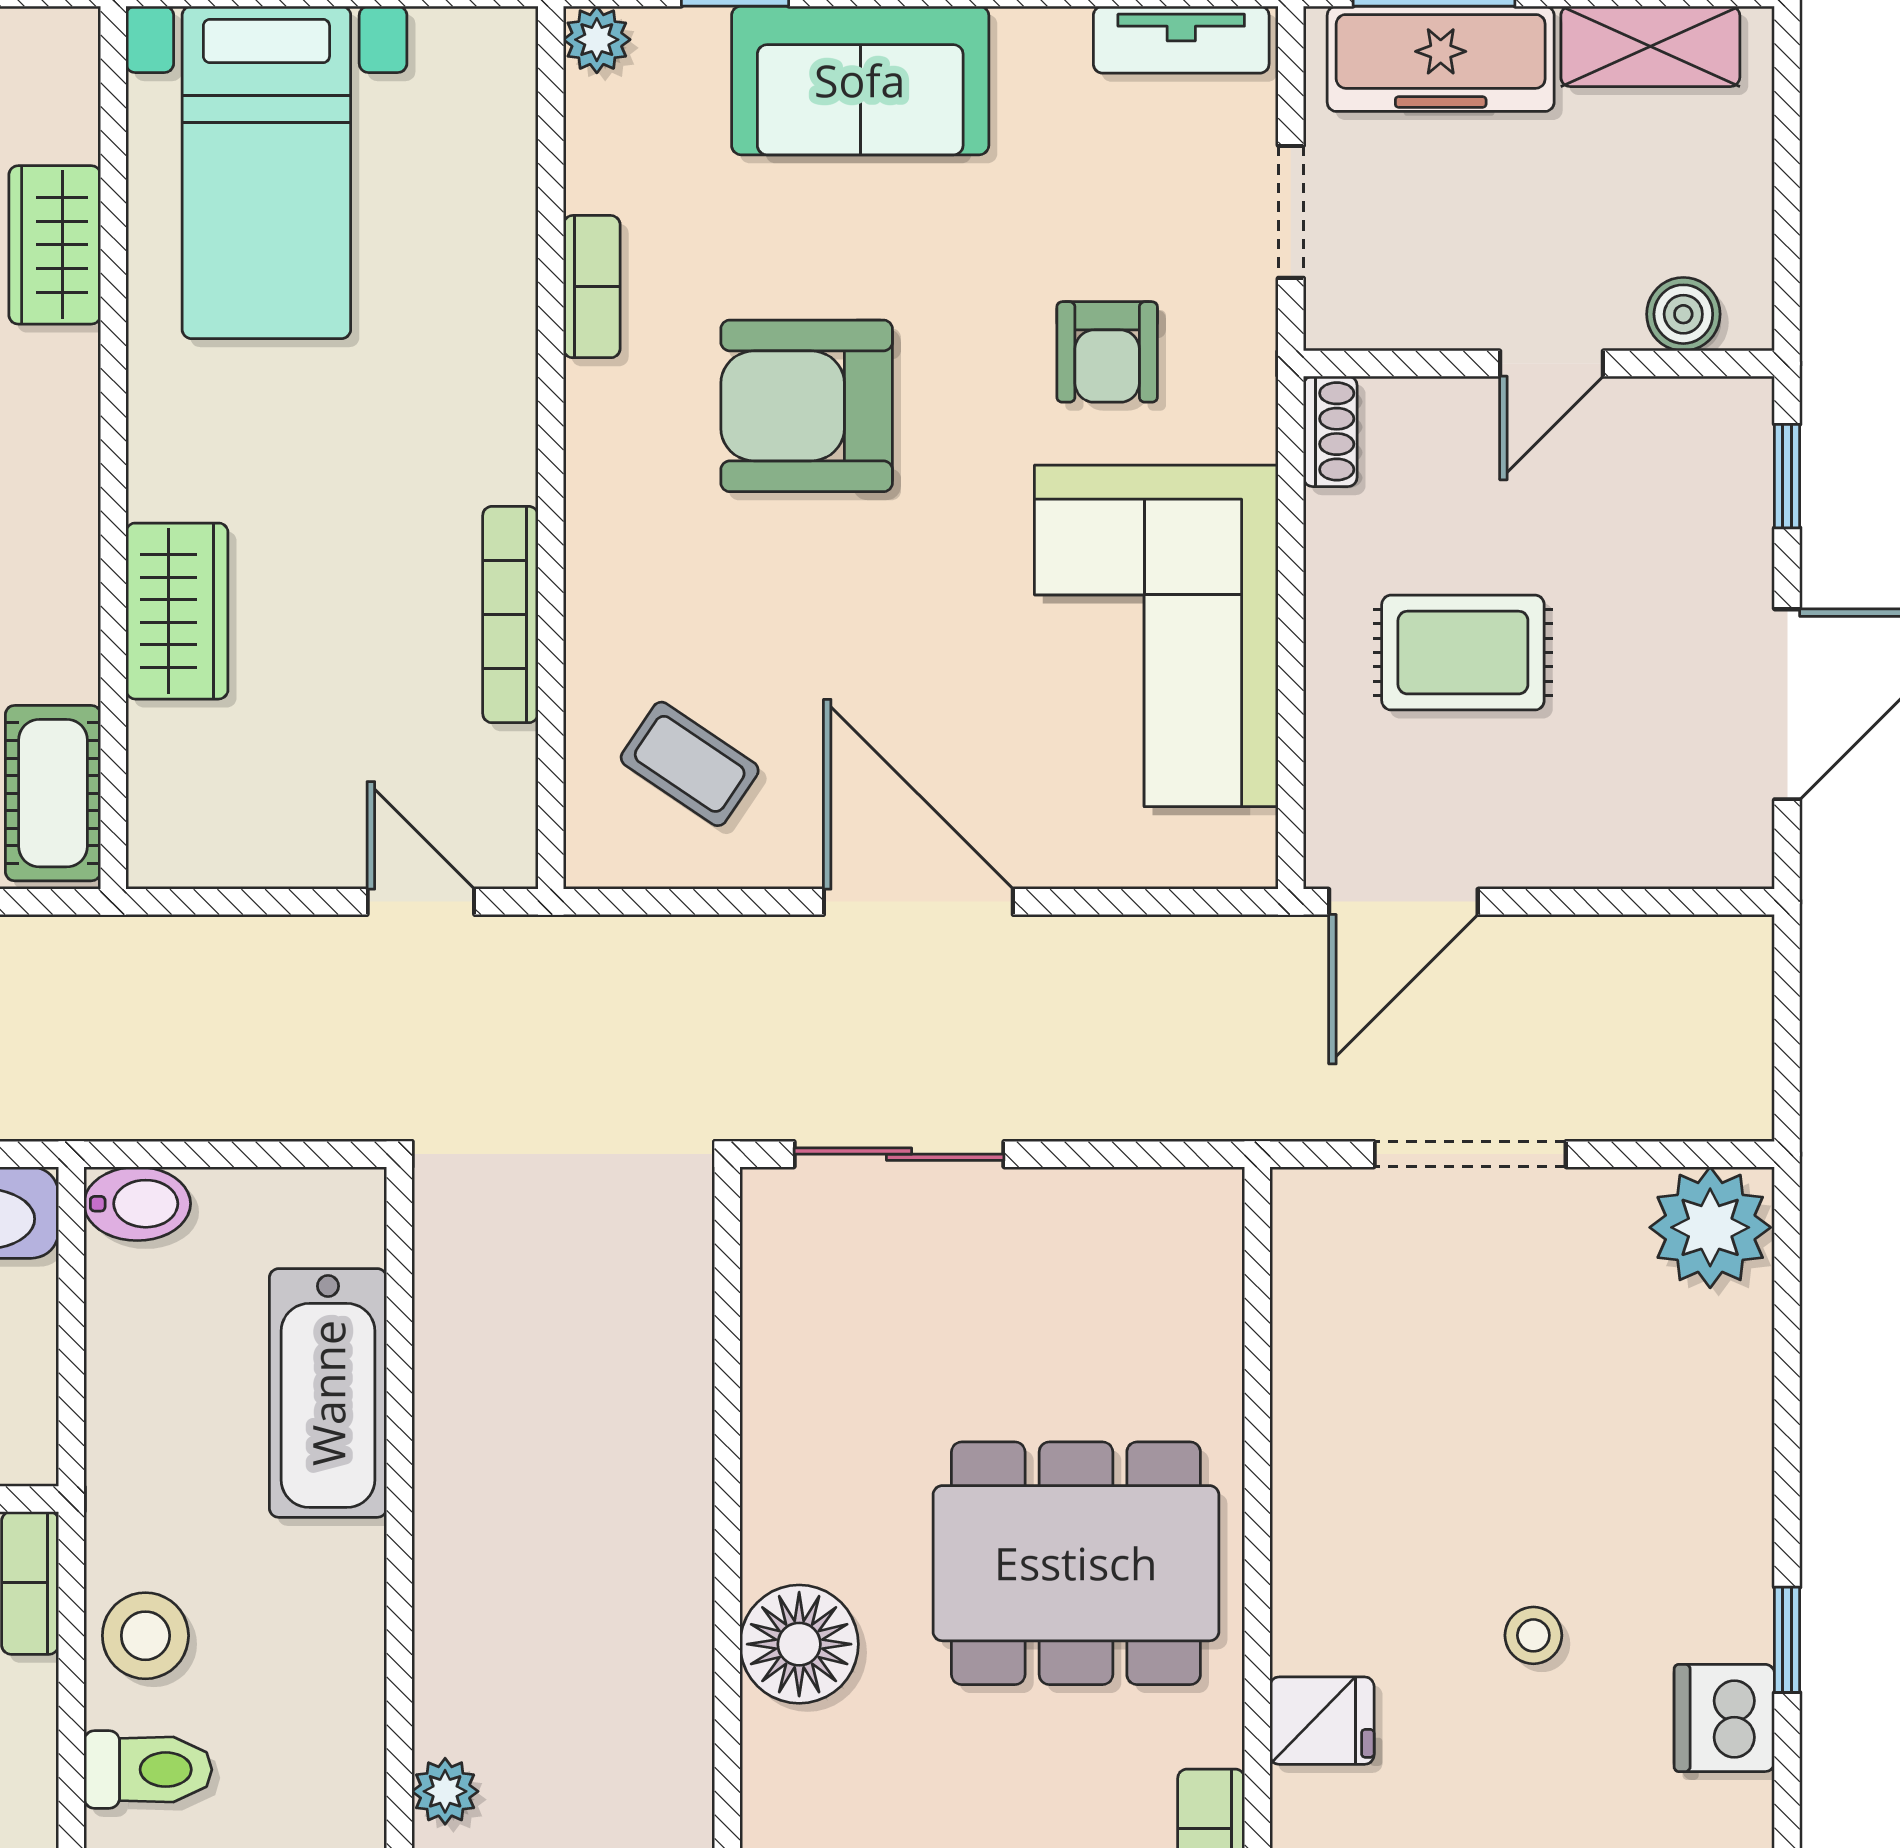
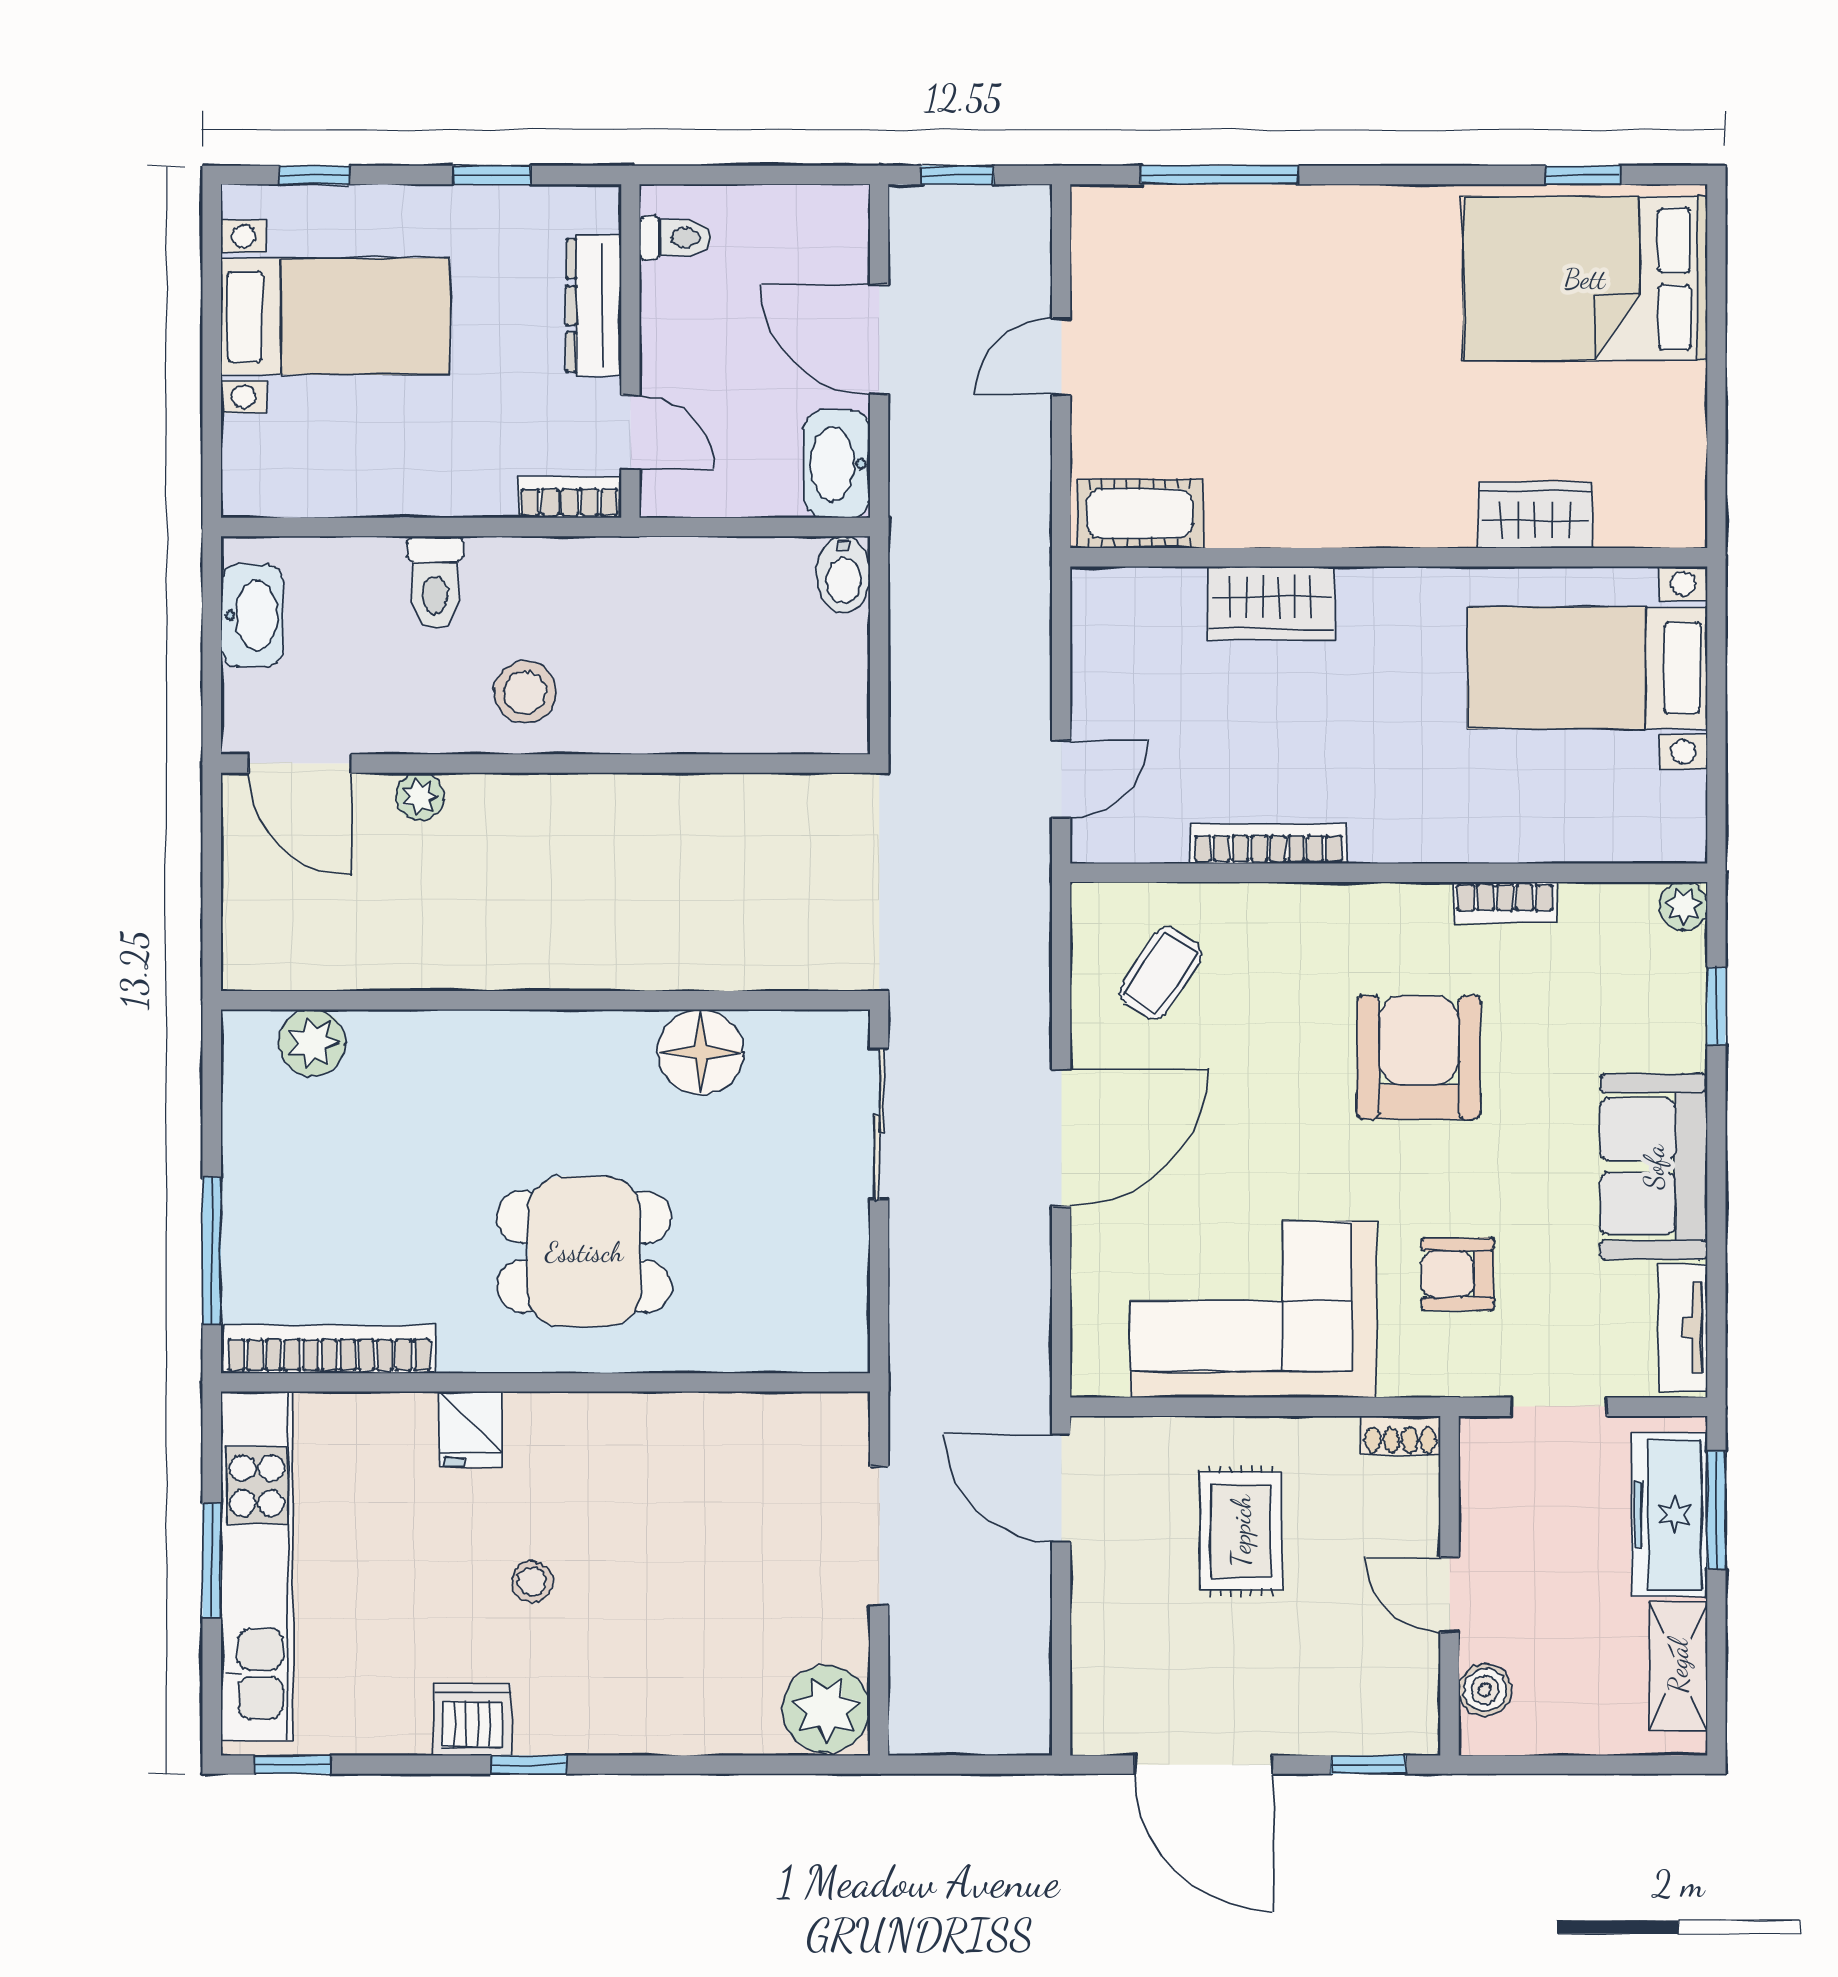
sofa: (860, 80) -> (1654, 1167), moved
bathtub: (328, 1393) -> (707, 712), removed
dining table: (1076, 1563) -> (584, 1252), width x0.73
stool: (145, 1636) -> (525, 692), moved
floor lamp: (799, 1644) -> (701, 1052), moved

